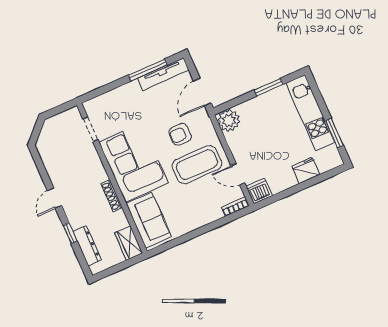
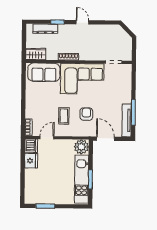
kitchen unit: (310, 113) -> (82, 179), moved, turned -90
coffee table: (197, 165) -> (64, 116), width x0.54, depth x0.58
fridge: (306, 170) -> (31, 161), moved

